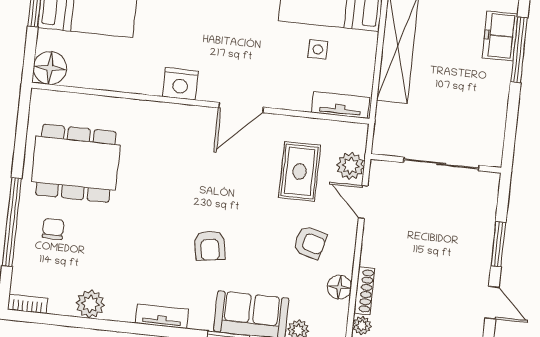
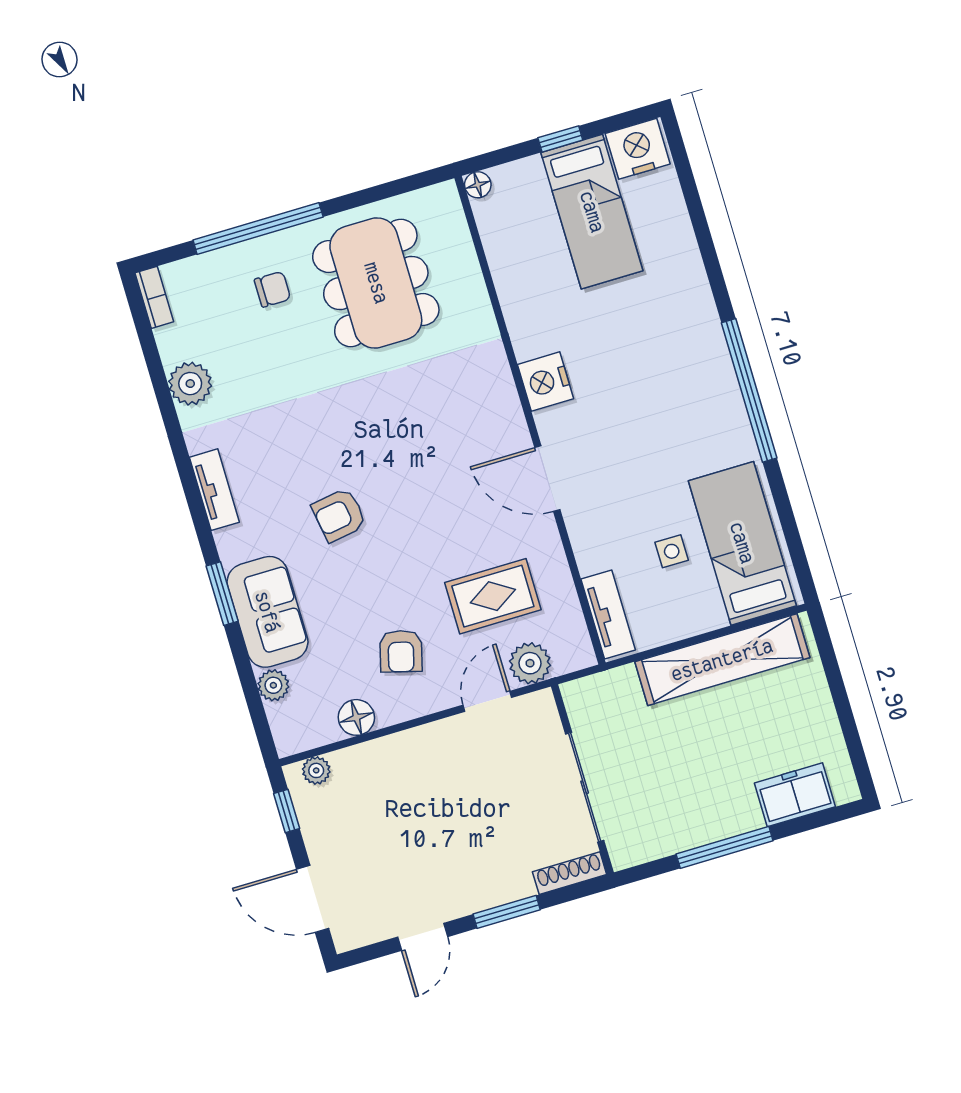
window: (519, 50) -> (725, 847), moved
floor lamp: (50, 68) -> (478, 185), width x0.53, depth x0.53
shoe rack: (364, 291) -> (570, 873), moved, turned 180

